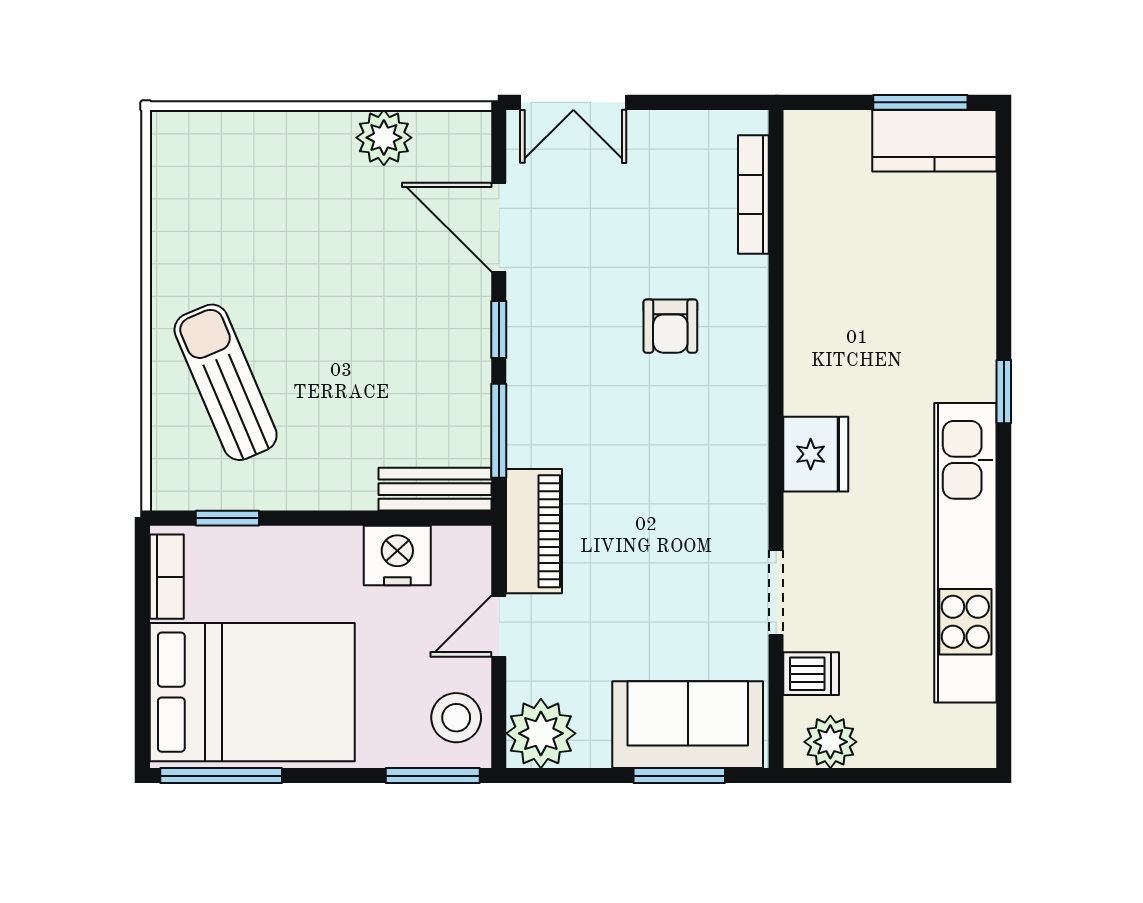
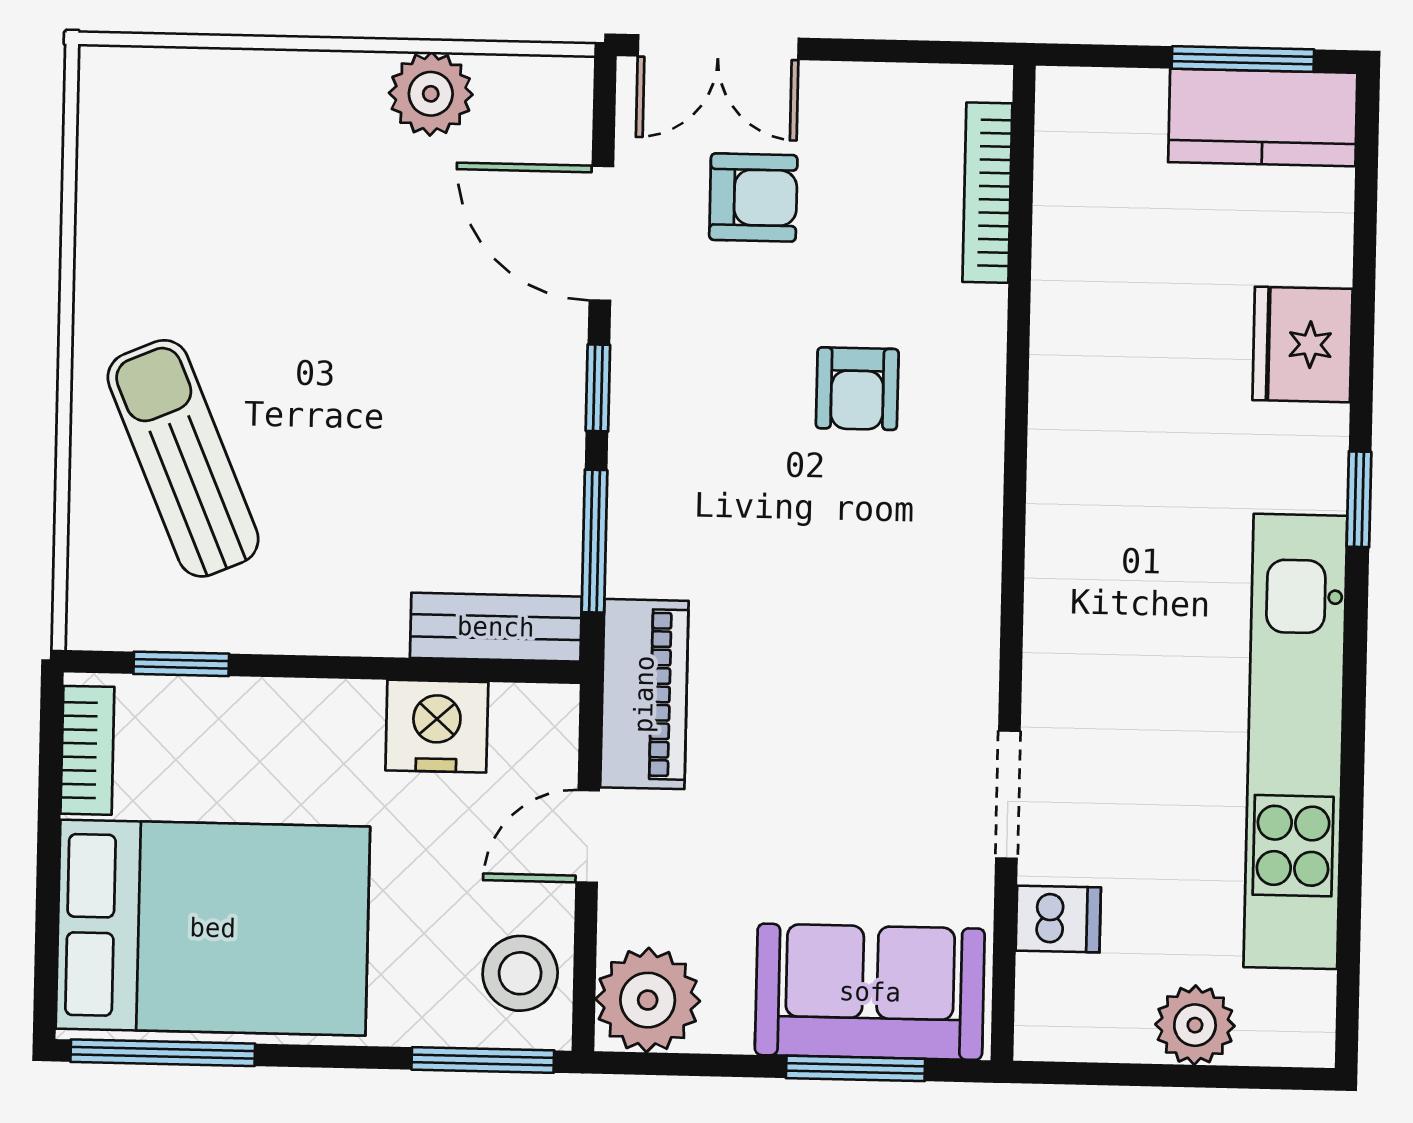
armchair: (599, 201) -> (753, 197), added
fridge: (816, 454) -> (1302, 344), moved, turned 180
plant: (830, 742) -> (1195, 1025), moved

